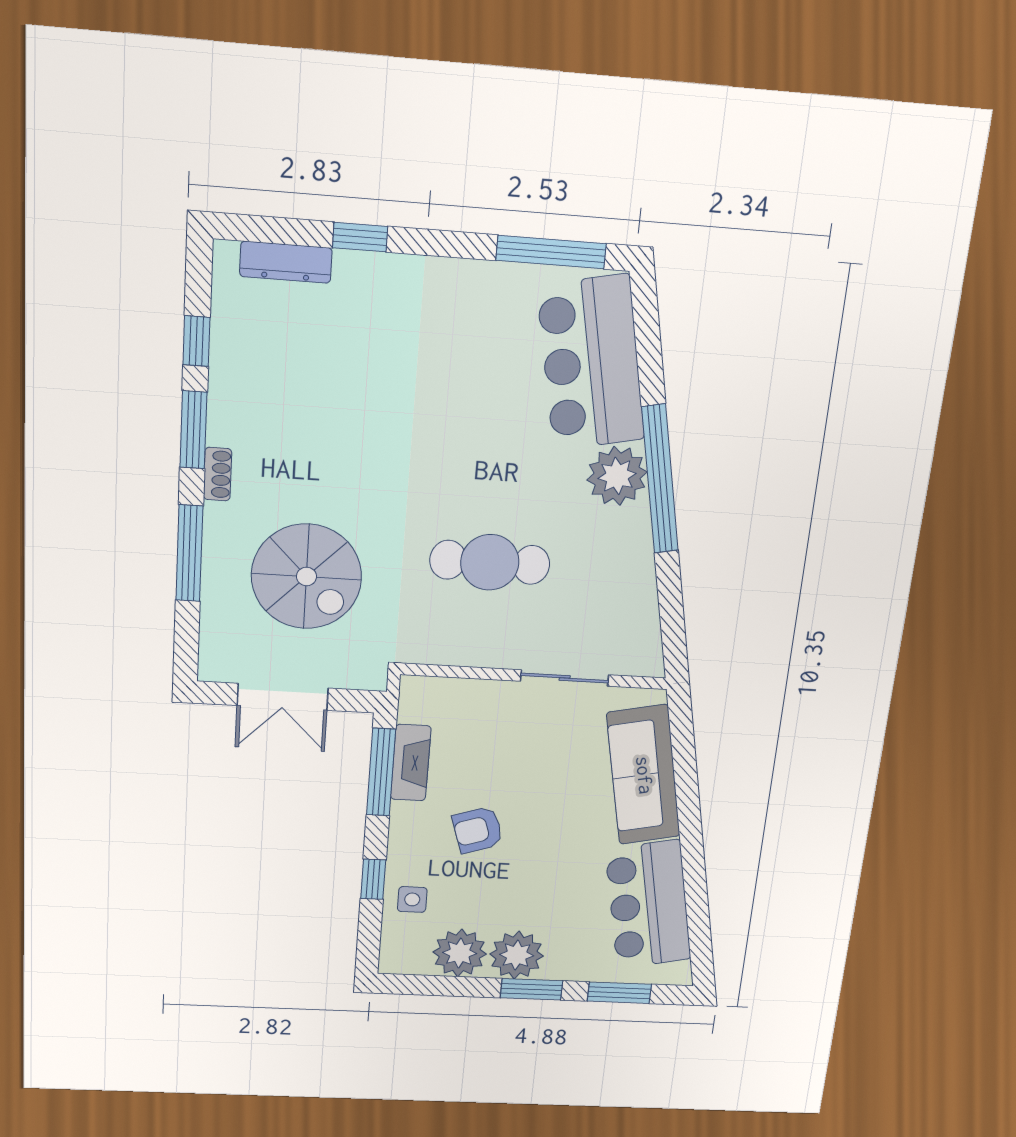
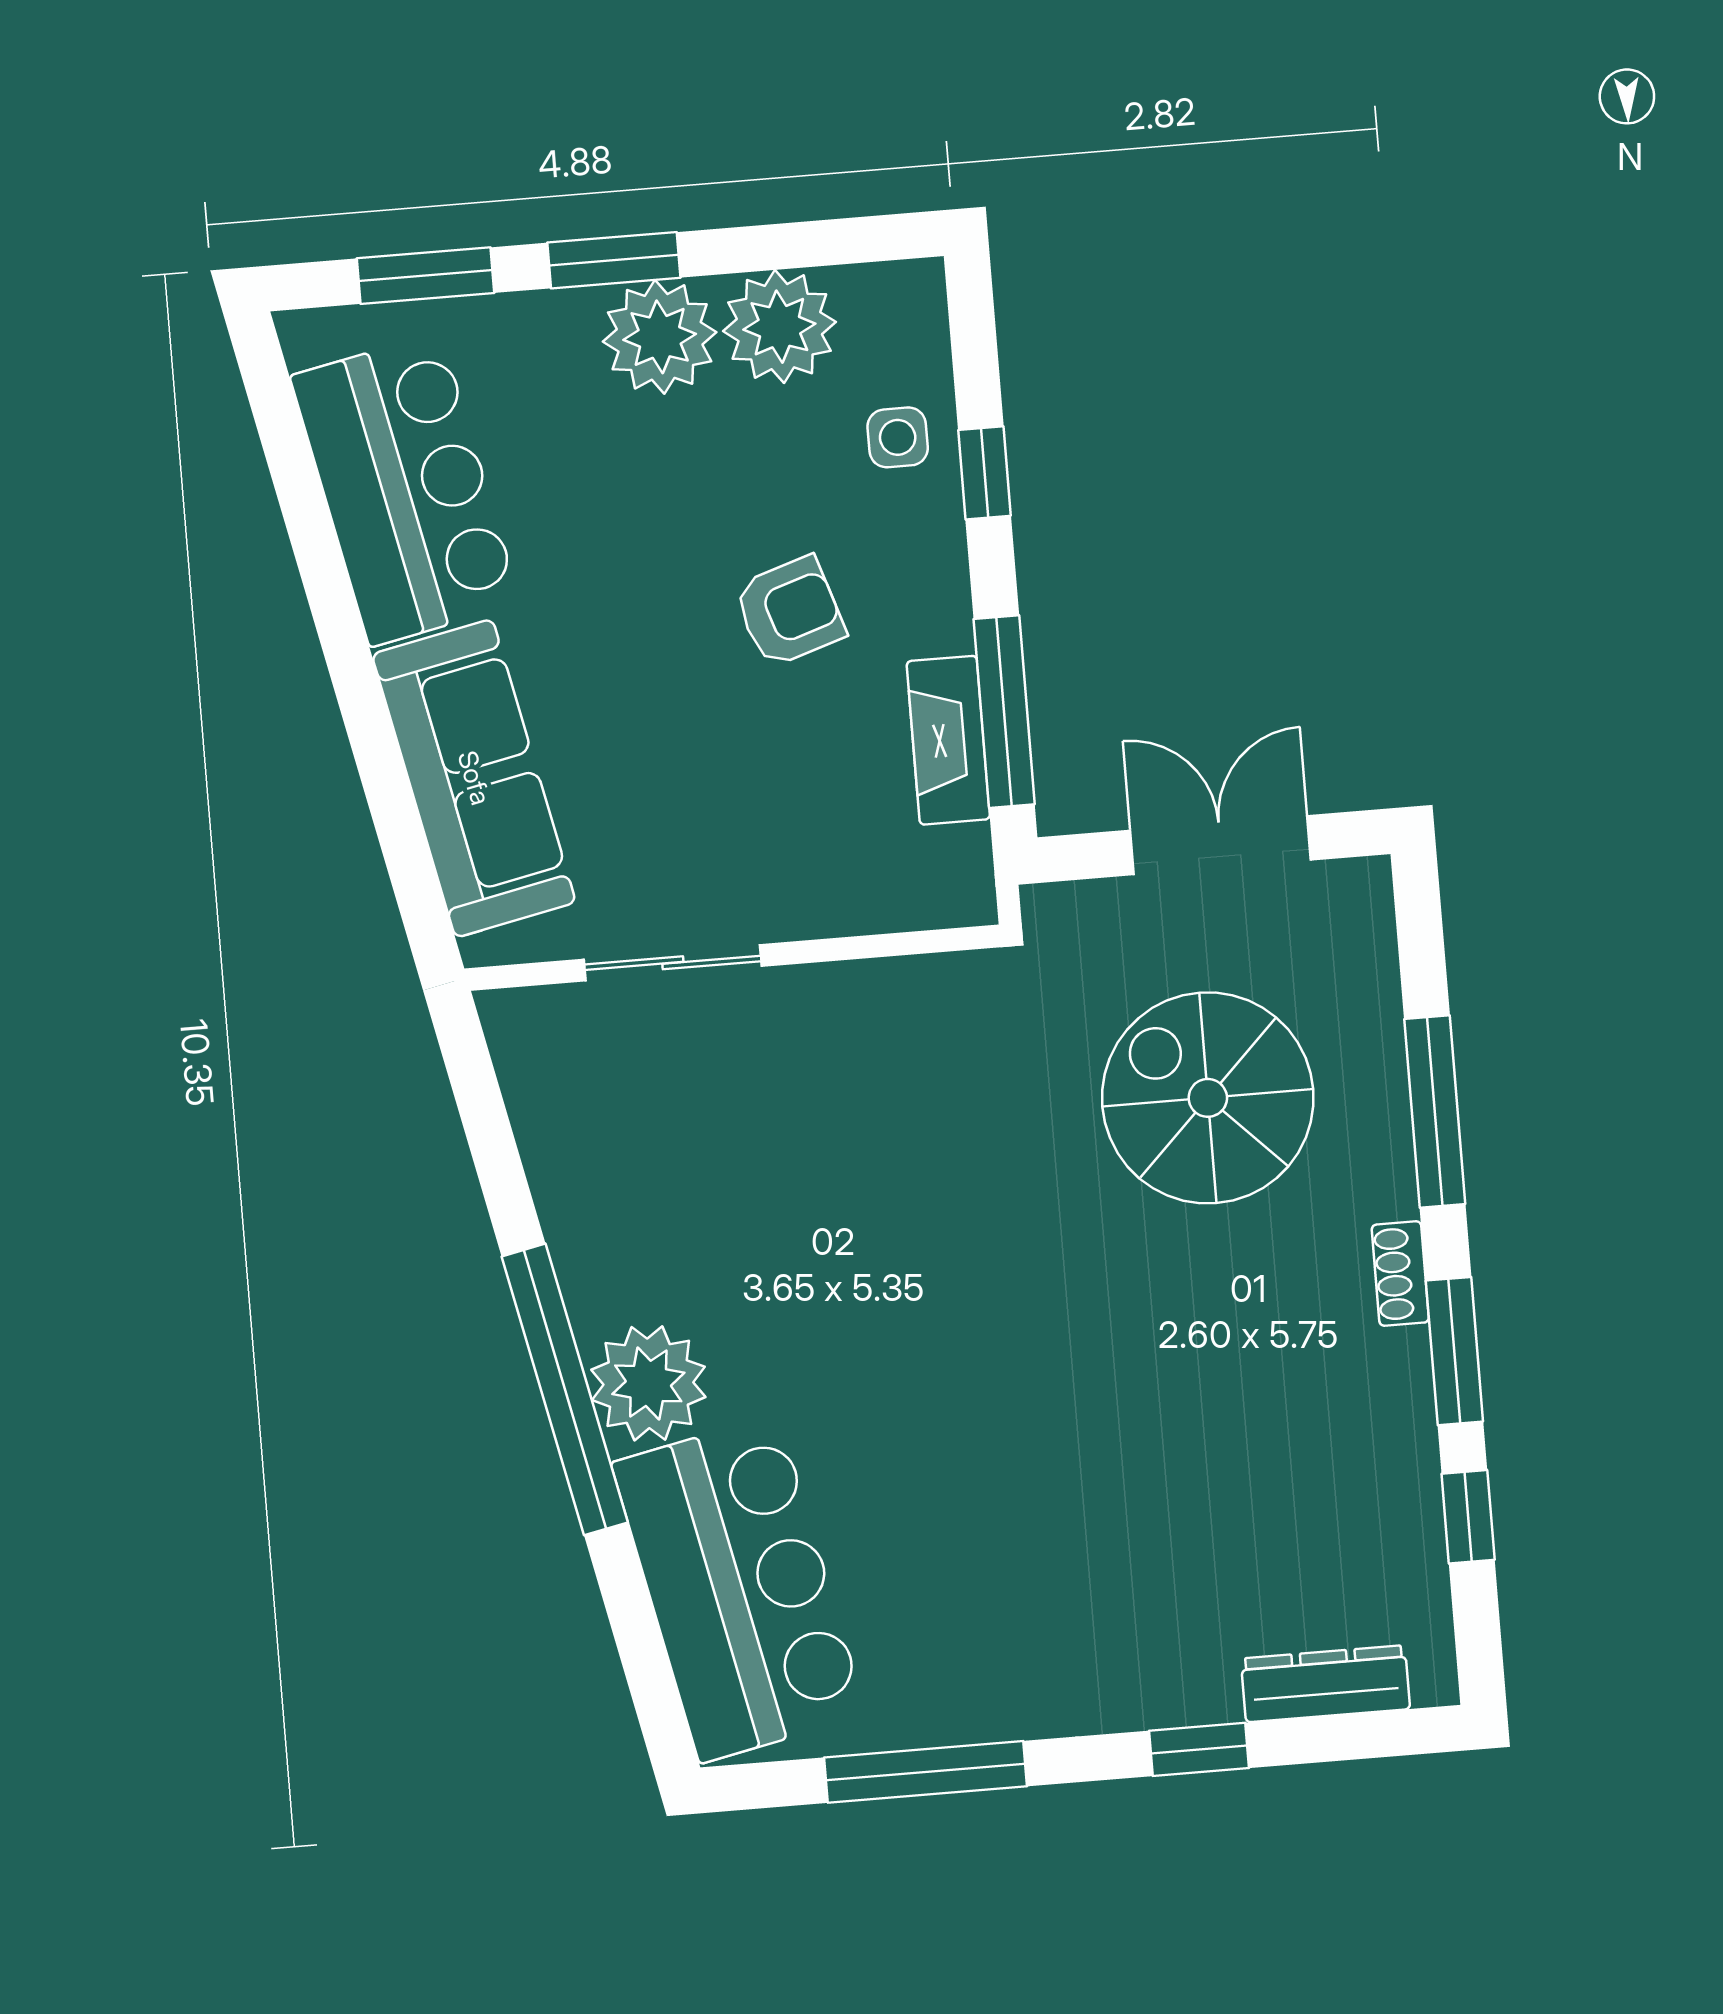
window: (551, 252) -> (925, 1772), moved
cafe table: (490, 562) -> (861, 1178), removed

